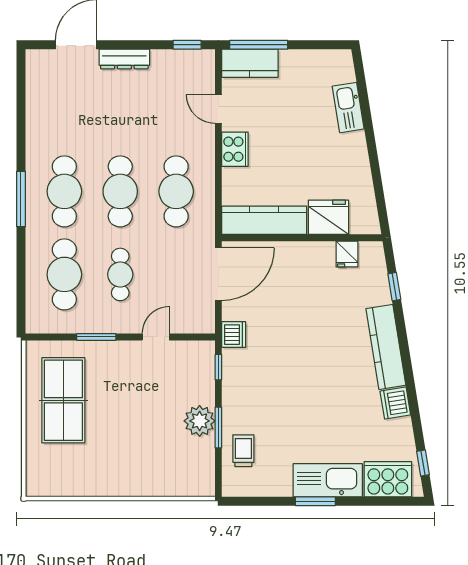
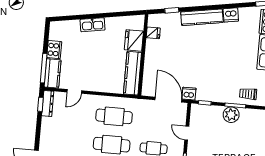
dresser: (124, 59) -> (48, 104), moved
kitchen sink: (348, 108) -> (93, 25), moved
cooker: (235, 149) -> (54, 50), moved, turned 90
door: (218, 274) -> (168, 100), moved

